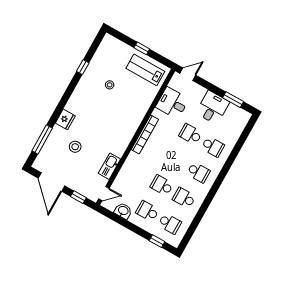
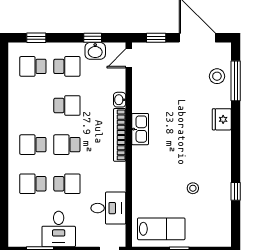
bookcase: (145, 134) -> (120, 135), moved
stool: (75, 147) -> (217, 76), moved
kitchen sink: (109, 166) -> (140, 129), moved
washbasin: (125, 170) -> (120, 100), added
school desk: (184, 198) -> (67, 145), moved, turned 180
window: (120, 220) -> (93, 38), added

